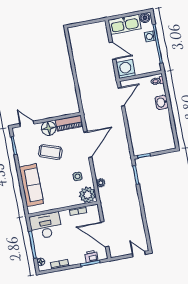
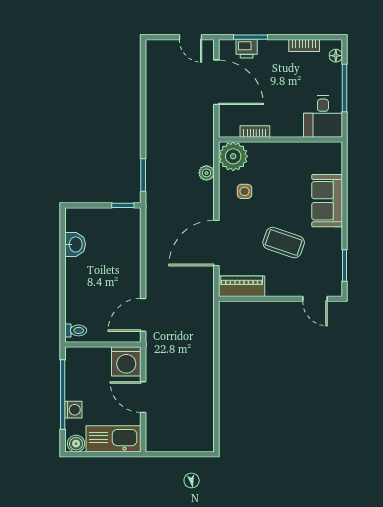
washbasin: (162, 102) -> (75, 244), moved
floor lamp: (49, 128) -> (279, 284), removed
sofa: (31, 185) -> (327, 201), width x0.73
desk: (46, 226) -> (323, 116), width x0.73
door: (139, 254) -> (191, 37), moved

